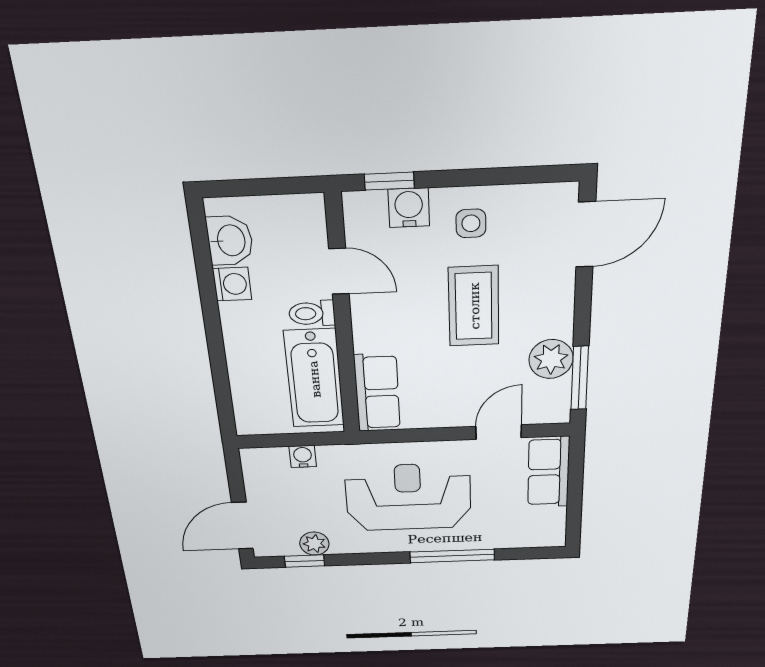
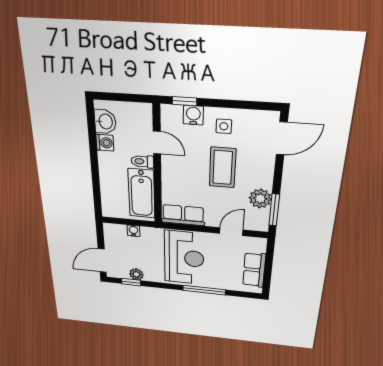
row of seats: (377, 393) -> (183, 215), moved, turned -90
row of seats: (549, 472) -> (254, 270), moved
reception desk: (408, 497) -> (184, 258), turned 90

